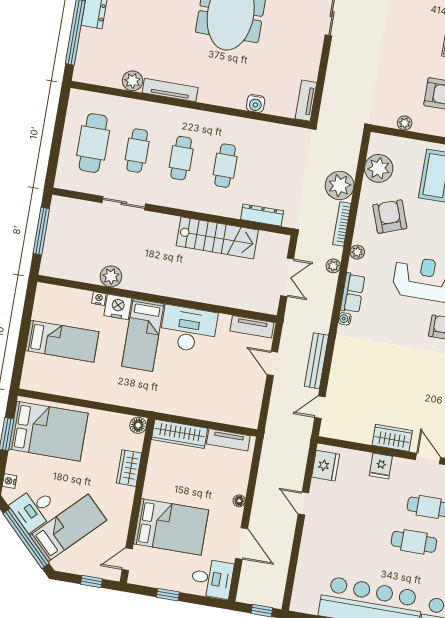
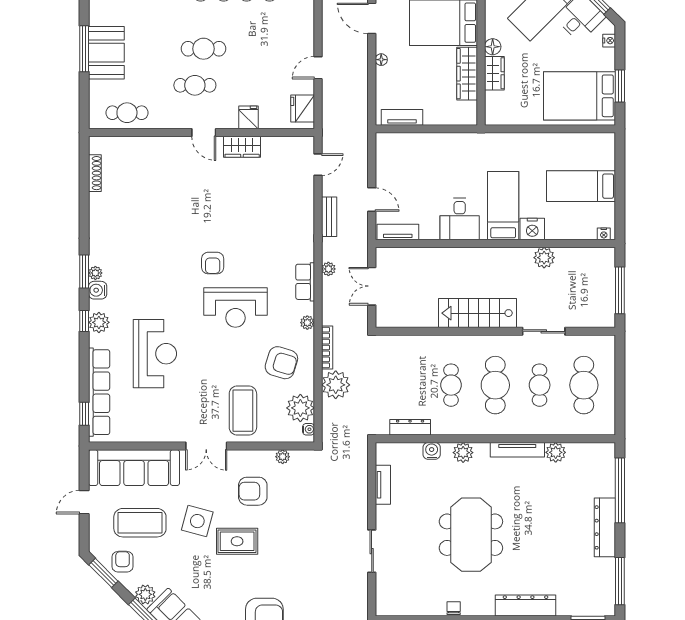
plant: (225, 97) -> (463, 453), added
tv unit: (306, 101) -> (383, 485), moved
cafe table: (181, 158) -> (495, 385), width x1.37, depth x1.35
dresser: (262, 215) -> (410, 427), moved, turned 180
armchair: (390, 217) -> (281, 363), turned -53
stairs: (217, 238) -> (477, 313), moved
plant: (333, 266) -> (328, 269), moved
nightstand: (99, 299) -> (604, 234), moved
water cooler: (345, 319) -> (308, 429), moved
desk: (188, 329) -> (460, 219), width x0.73
bench: (316, 361) -> (329, 217), width x0.73
floor lamp: (138, 425) -> (493, 47), moved
wardrobe: (179, 434) -> (467, 74), moved, turned -90
door: (303, 504) -> (318, 68), swing flipped

